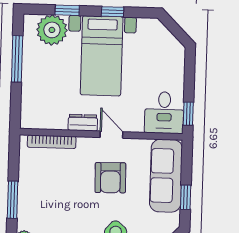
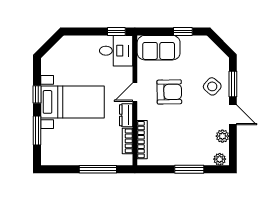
window: (67, 10) -> (37, 130), width x1.50
plant: (52, 30) -> (53, 142), removed
window: (17, 59) -> (98, 169), moved
bookcase: (51, 123) -> (128, 141), added
sofa: (166, 176) -> (159, 48), width x0.73

